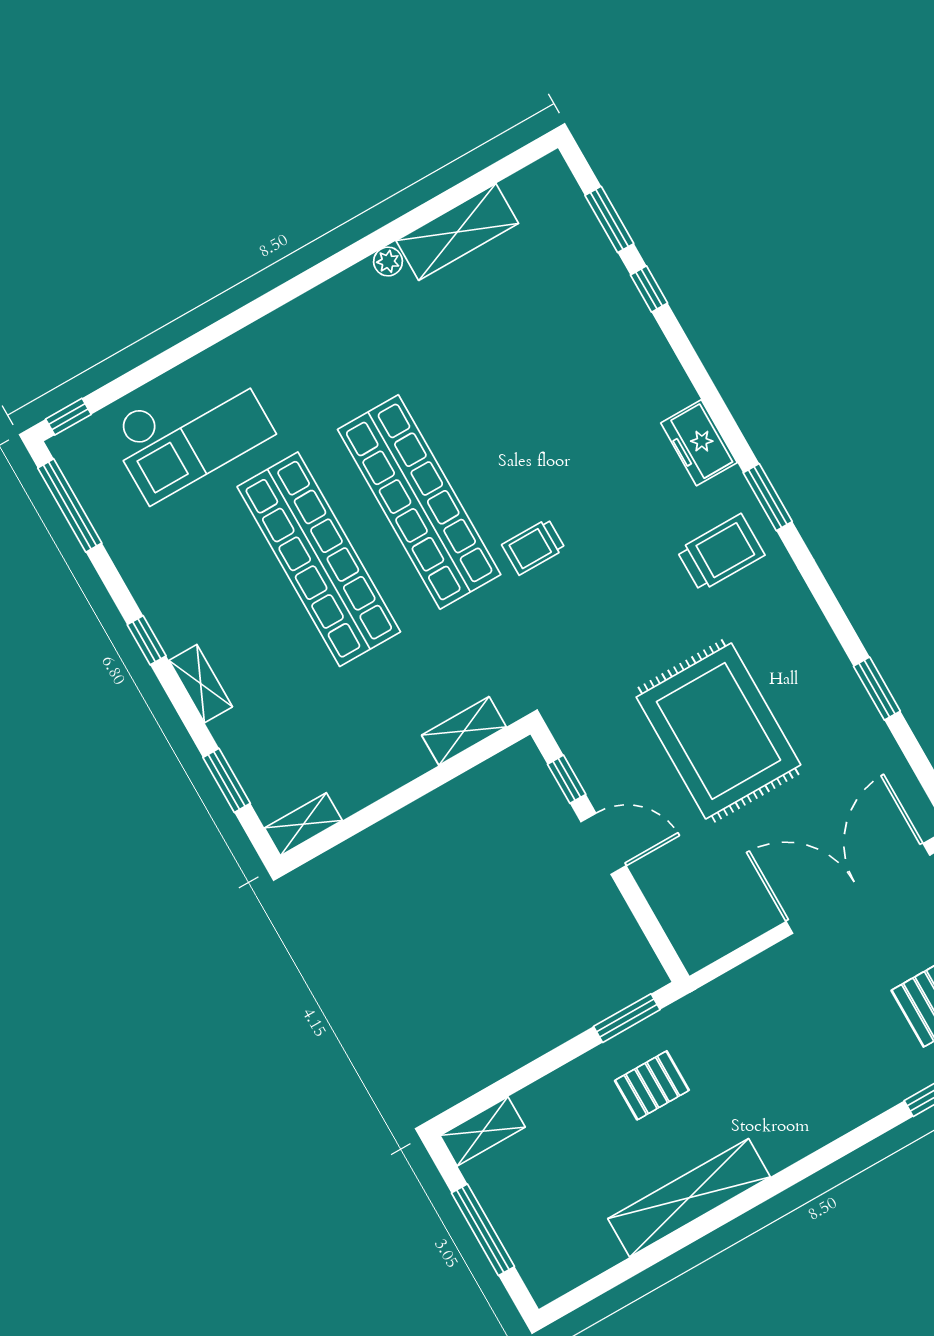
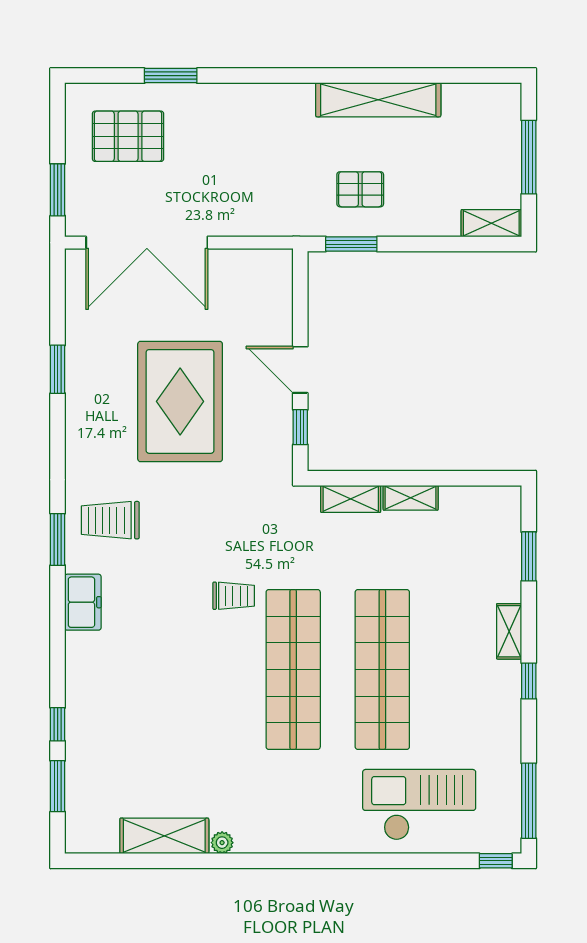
shelving: (303, 824) -> (411, 498), moved

